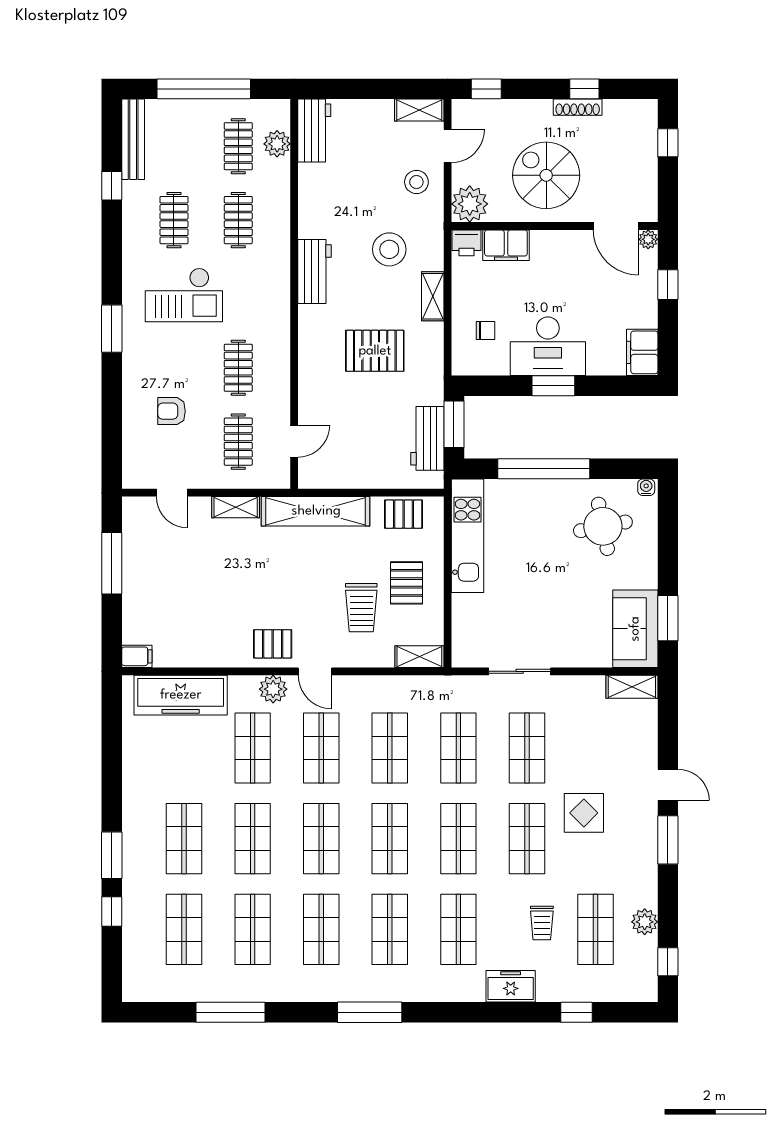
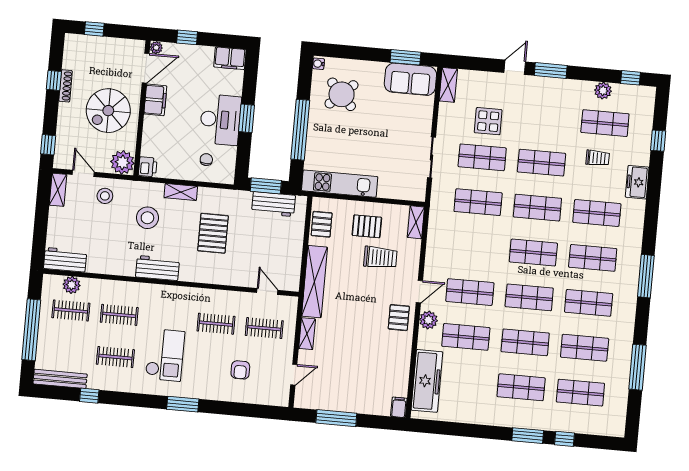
filing cabinet: (506, 245) -> (155, 100), moved
round table: (603, 526) -> (342, 94), turned -32
shop shelf: (390, 748) -> (474, 247), removed
display table: (584, 813) -> (488, 121), moved

